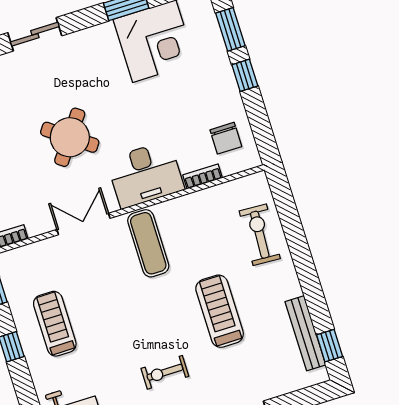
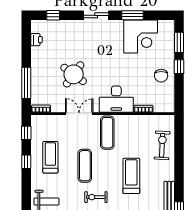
sliding door: (35, 34) -> (96, 15), moved
round table: (70, 137) -> (74, 74), moved
chair: (226, 138) -> (161, 76), moved
exercise mat: (125, 319) -> (85, 166), added

